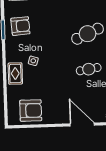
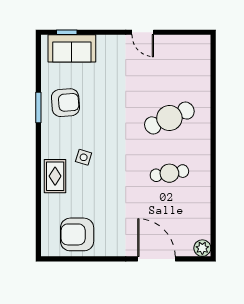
armchair: (31, 111) -> (77, 234), turned 180

